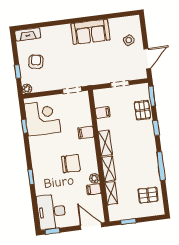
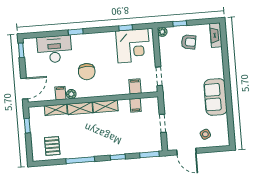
pallet: (142, 110) -> (136, 144), removed
filing cabinet: (86, 133) -> (135, 86), moved
desk: (51, 212) -> (54, 49), moved

